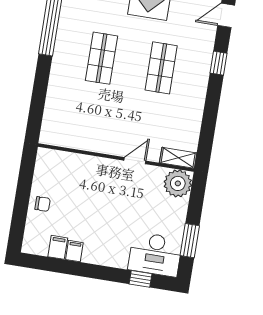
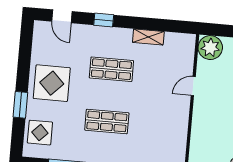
shelving: (178, 158) -> (148, 37), moved, turned 90
door: (135, 161) -> (193, 86), hinge flipped

